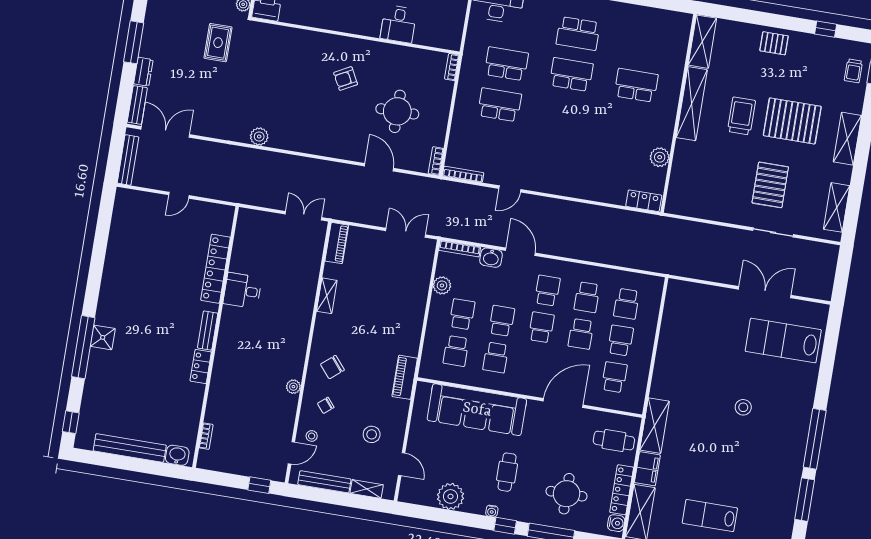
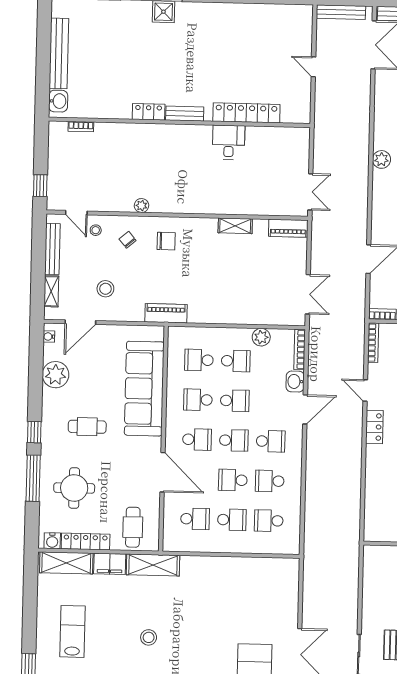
plant: (259, 137) -> (381, 159), moved
locker: (644, 201) -> (374, 427), moved
school desk: (535, 364) -> (197, 439), added
chair: (332, 367) -> (166, 241), turned 130
stool: (743, 407) -> (149, 637), moved
door: (402, 464) -> (80, 322), width x1.38
water cooler: (492, 511) -> (49, 336), moved

